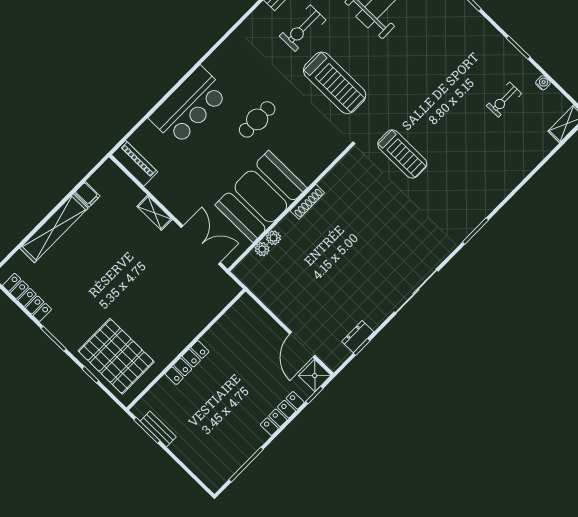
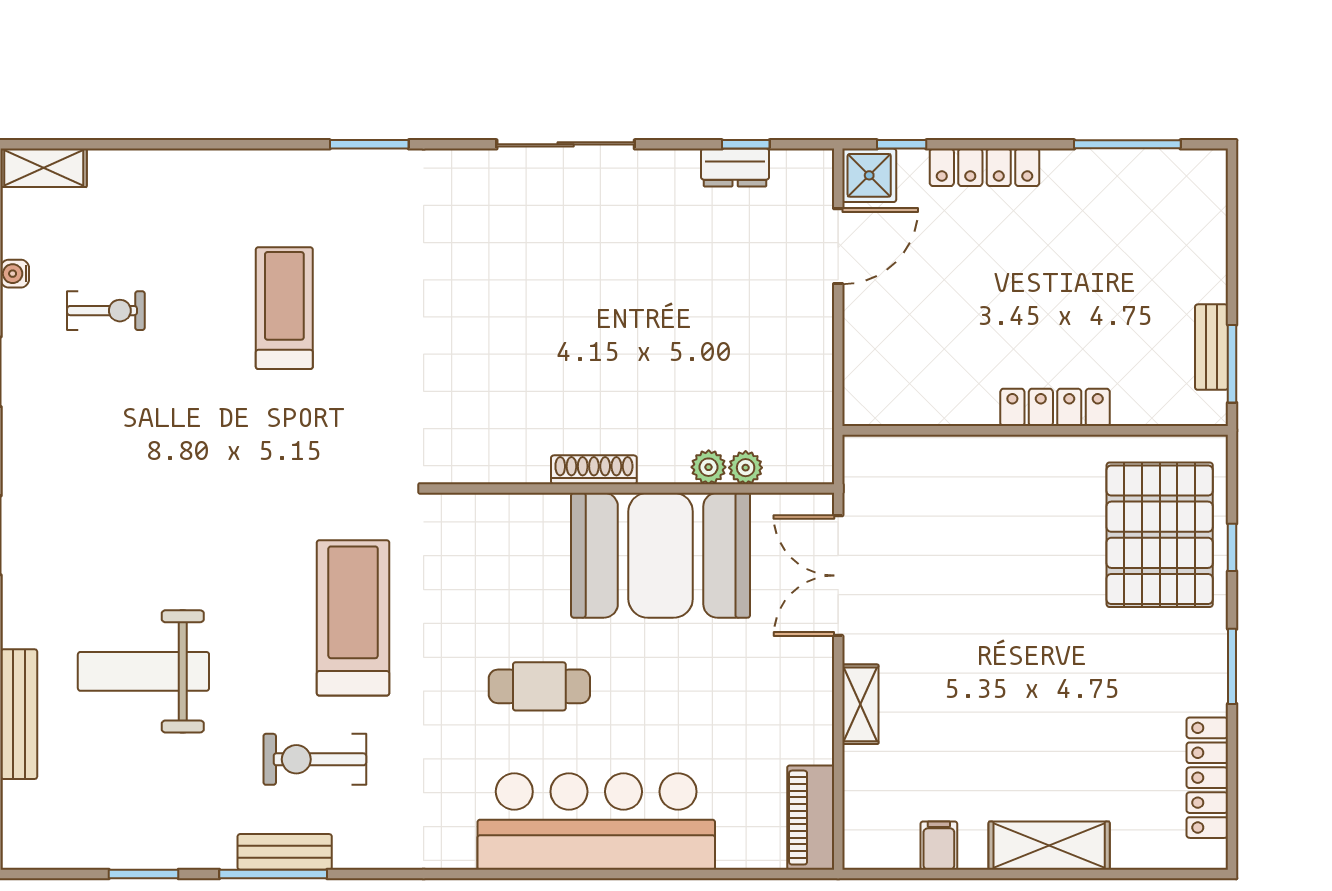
exercise bike: (303, 28) -> (315, 759), turned 180
bar counter: (189, 106) -> (596, 821), width x1.36
treadmill: (402, 154) -> (284, 308), moved
shelving: (54, 228) -> (1049, 846), width x0.68

